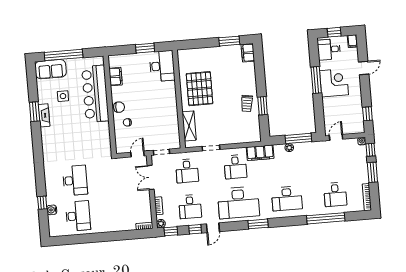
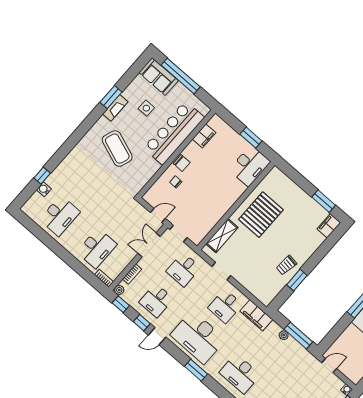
coffee table: (71, 139) -> (117, 149), added
desk: (75, 180) -> (97, 248), moved

